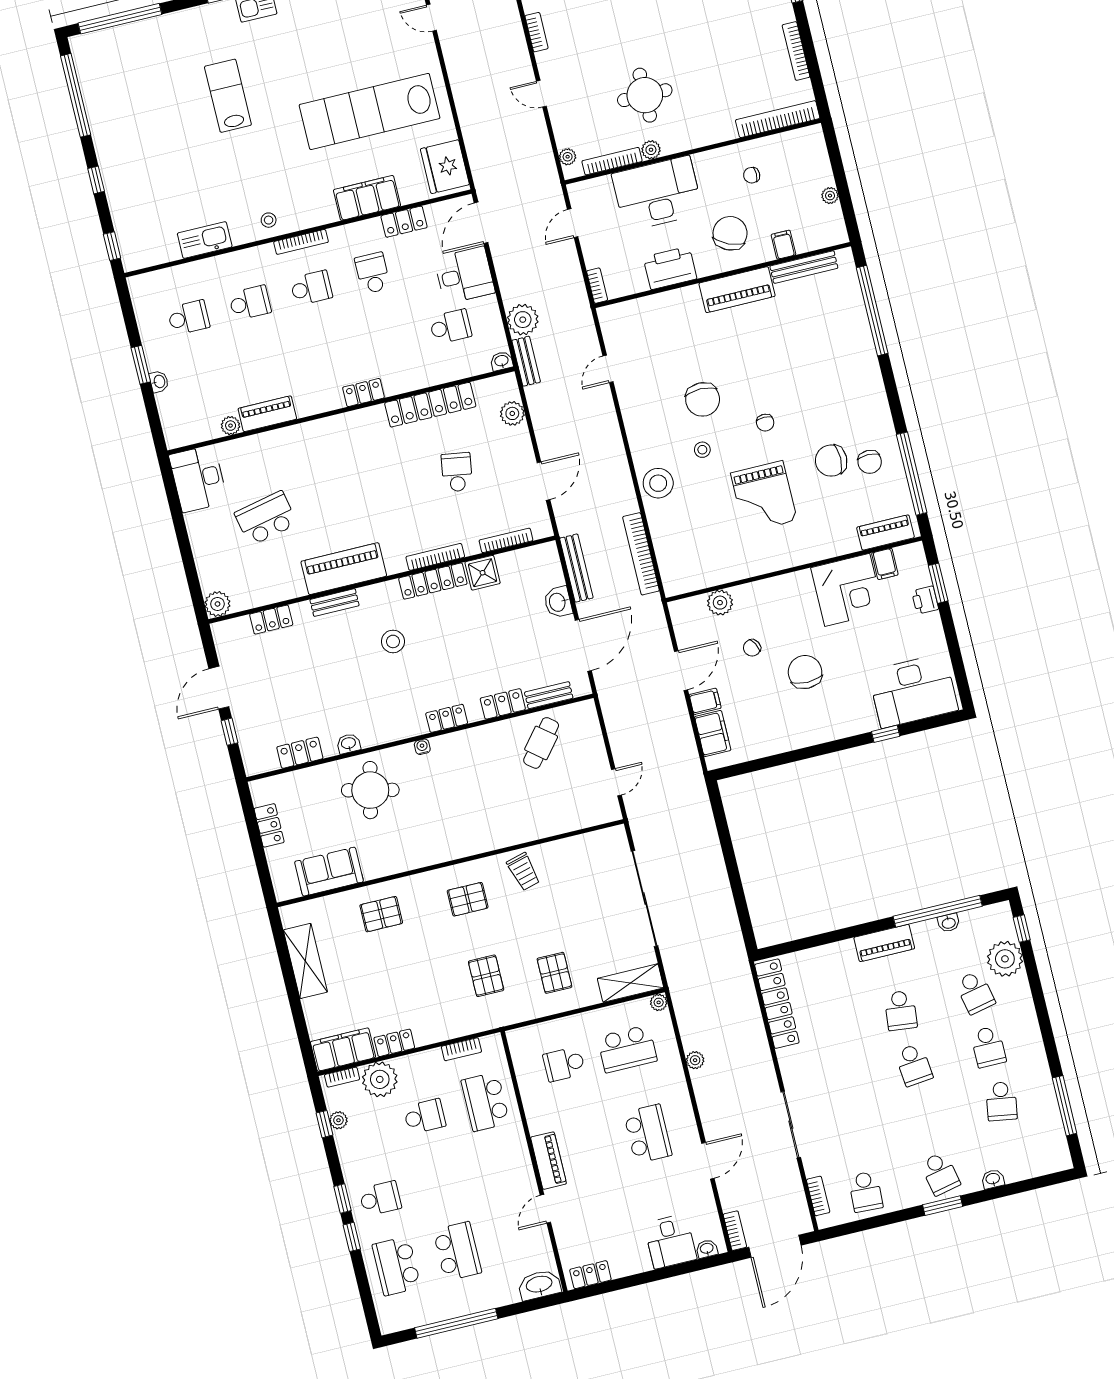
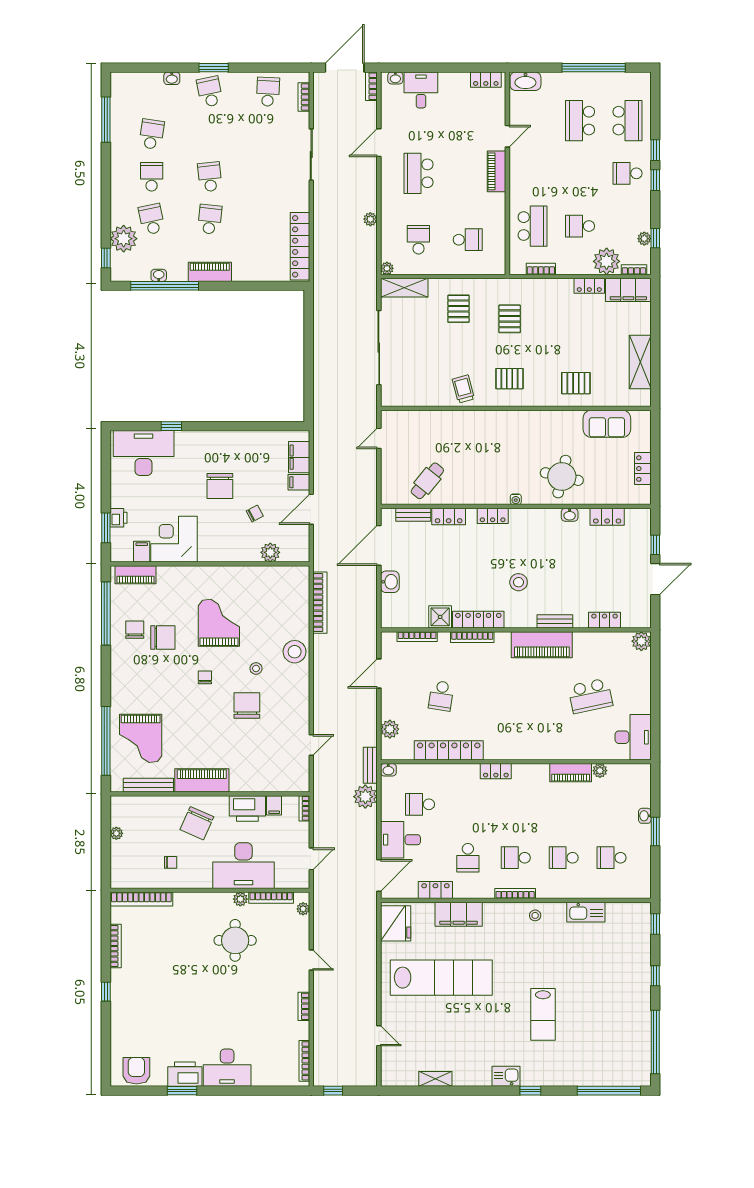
filing cabinet: (783, 245) -> (274, 805), moved
grand piano: (828, 325) -> (141, 738), added
bench: (576, 568) -> (370, 604), removed
school desk: (627, 1049) -> (418, 240), width x0.54

